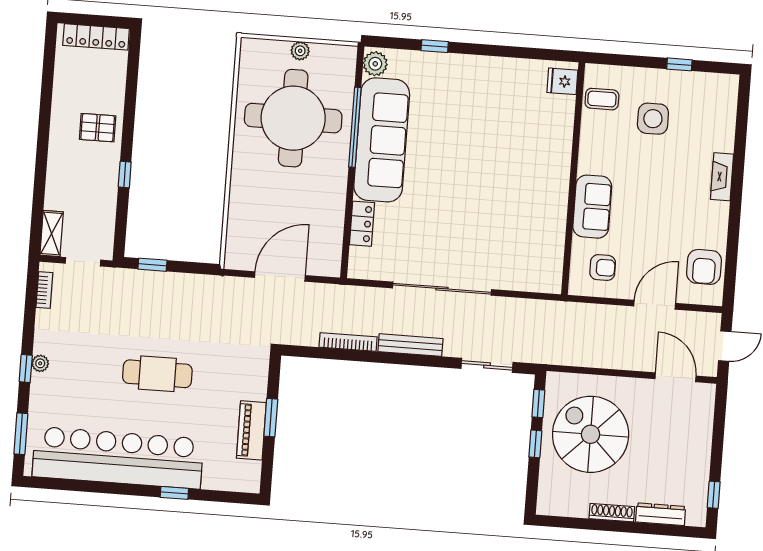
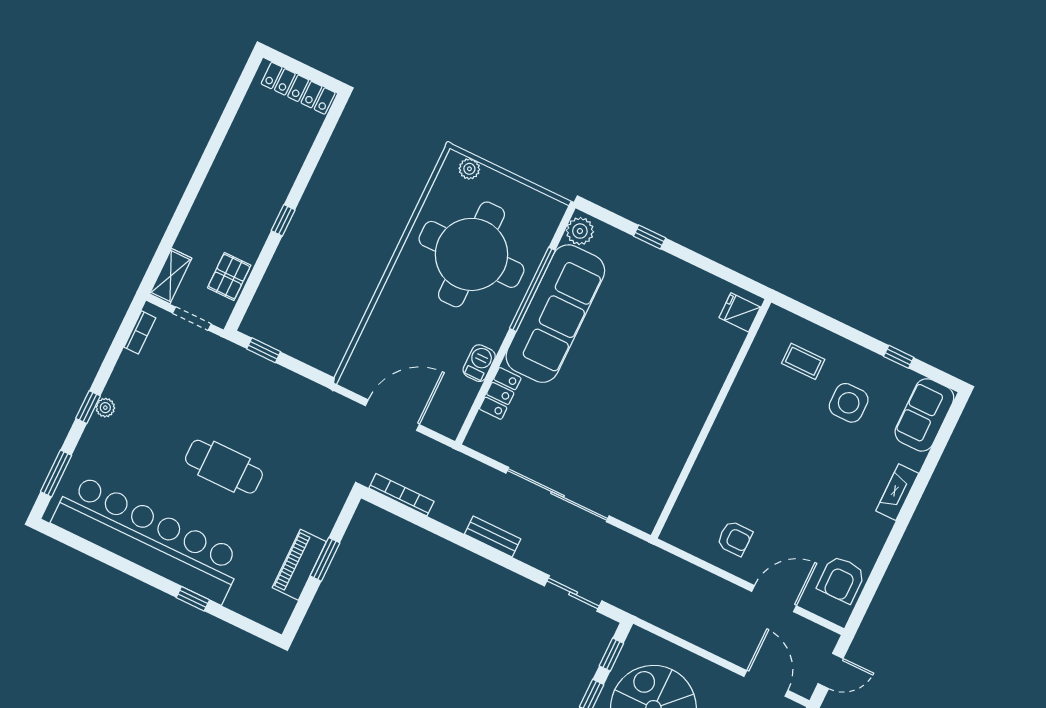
plant: (300, 51) -> (469, 169), moved
fridge: (562, 81) -> (740, 312), moved
pallet: (98, 128) -> (229, 277), moved, turned 90
window: (125, 174) -> (283, 220), moved
wall: (573, 179) -> (711, 419), moved
barbecue: (335, 205) -> (479, 363), added
sofa: (592, 207) -> (924, 415), moved, turned 180
bookcase: (348, 342) -> (401, 495), moved
bench: (410, 345) -> (493, 536), width x0.73

